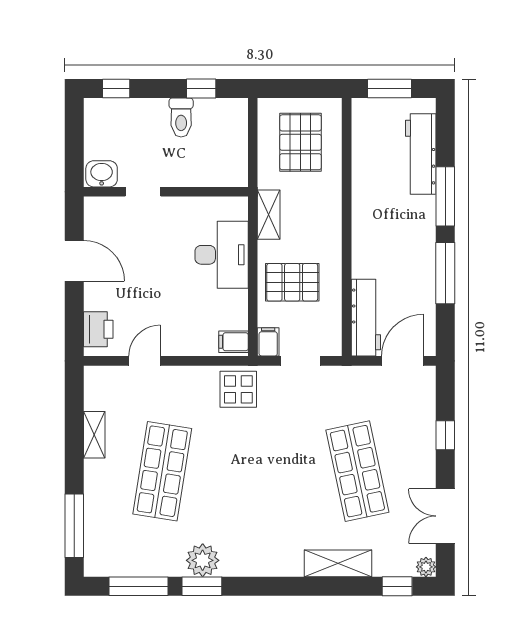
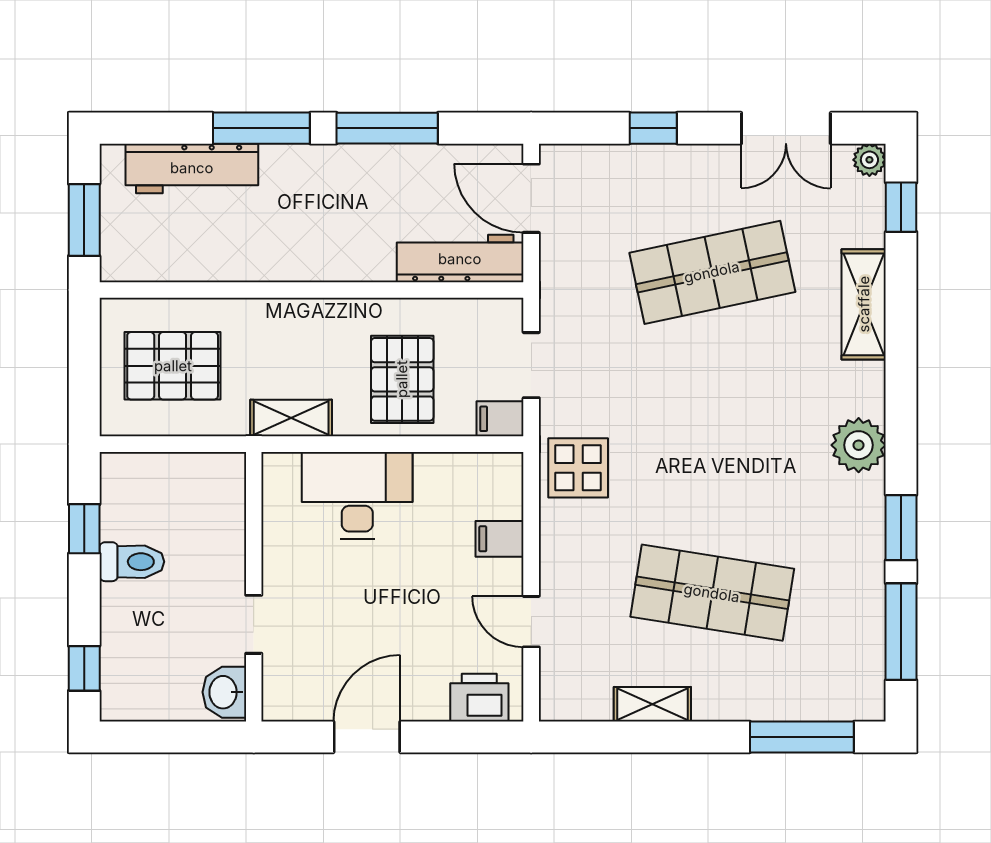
filing cabinet: (234, 342) -> (500, 539), moved, turned 90
plant: (203, 560) -> (859, 445), moved

